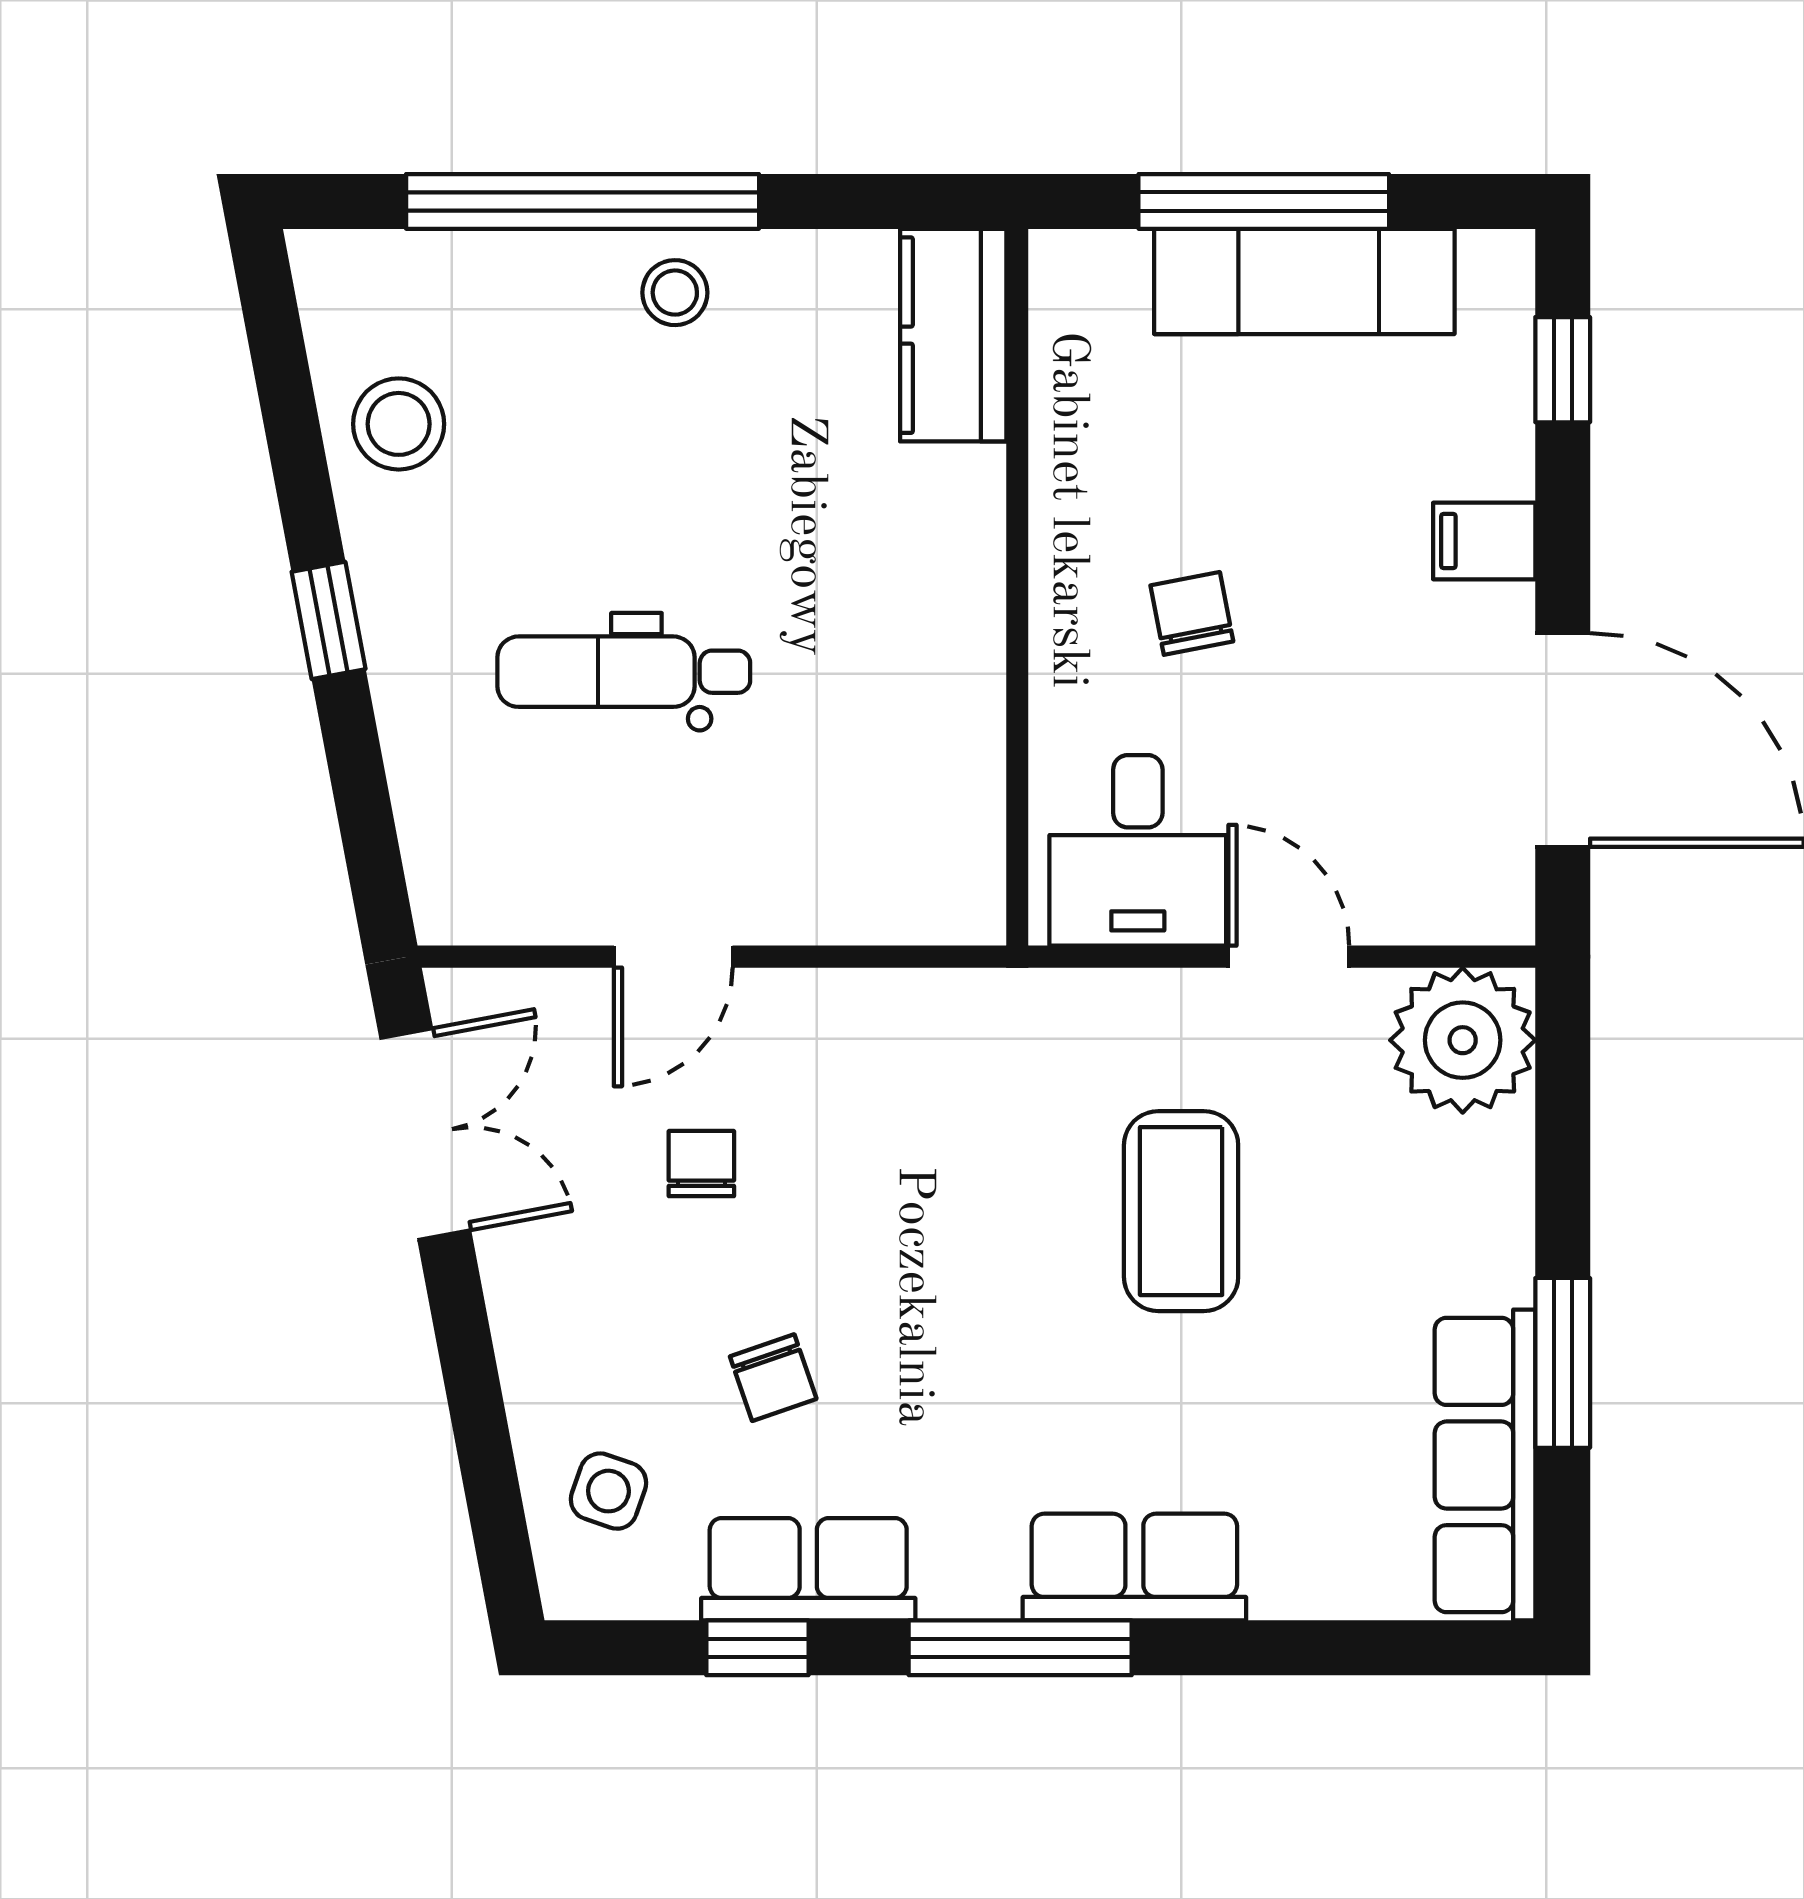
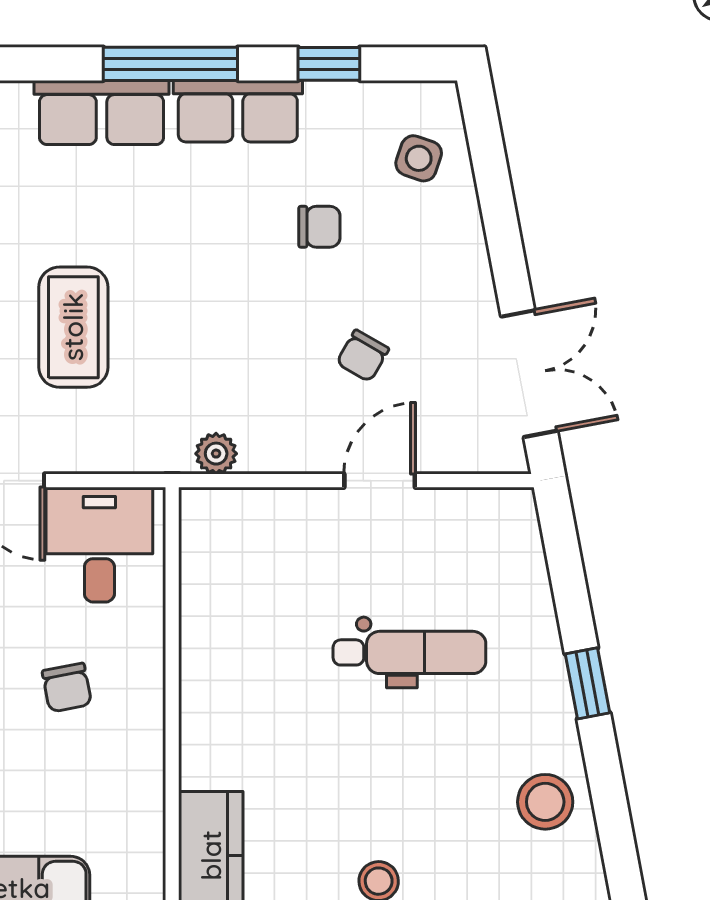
plant: (944, 1002) -> (216, 454), added
double door: (425, 1134) -> (529, 374), swing flipped
chair: (701, 1164) -> (363, 356), turned 30
chair: (773, 1378) -> (319, 227), turned 109
row of seats: (808, 1569) -> (238, 111), moved

